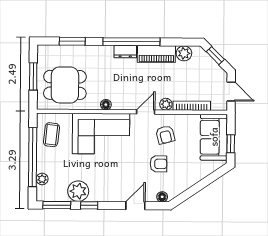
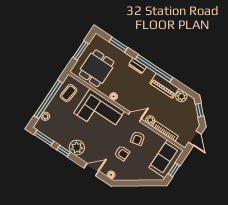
dresser: (125, 52) -> (137, 66), moved
dining table: (65, 85) -> (97, 68), turned 90
plant: (78, 191) -> (77, 148), moved

